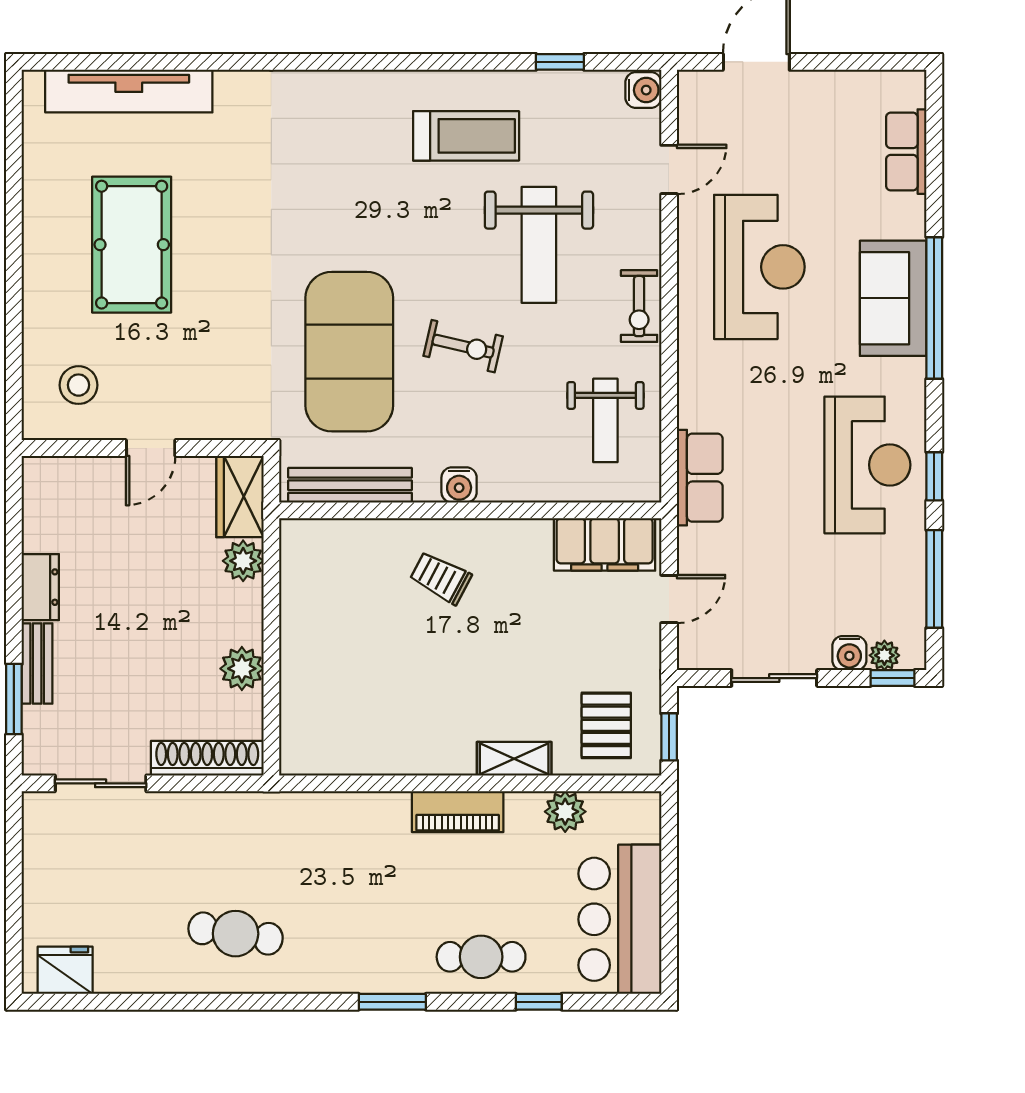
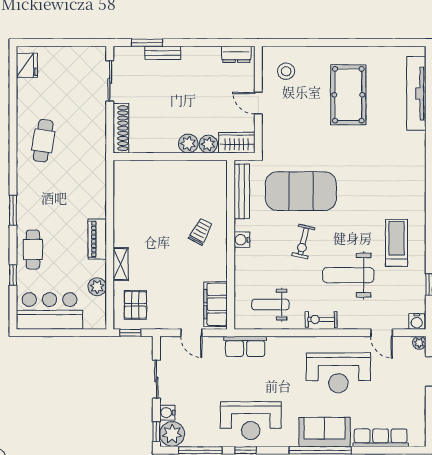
plant: (692, 85) -> (419, 343), added
treadmill: (466, 136) -> (396, 243), turned 180
row of seats: (906, 152) -> (381, 438), width x1.48
pool table: (132, 245) -> (348, 95), turned 90
dresser: (40, 587) -> (236, 54), moved
plant: (884, 655) -> (172, 434), width x1.88, depth x1.88
plant: (242, 669) -> (188, 144), moved
pallet: (606, 725) -> (135, 305), turned 90

